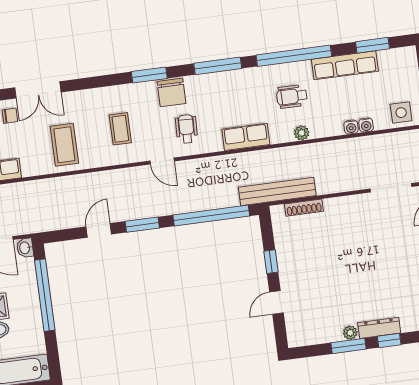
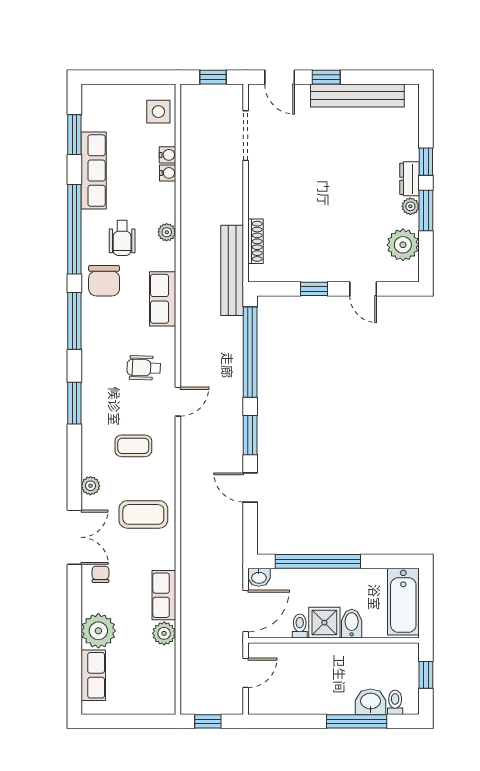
chair: (171, 92) -> (104, 281), moved, turned 90
plant: (82, 98) -> (90, 486), added
dresser: (379, 328) -> (409, 179), width x0.70
plant: (317, 331) -> (403, 245), added

